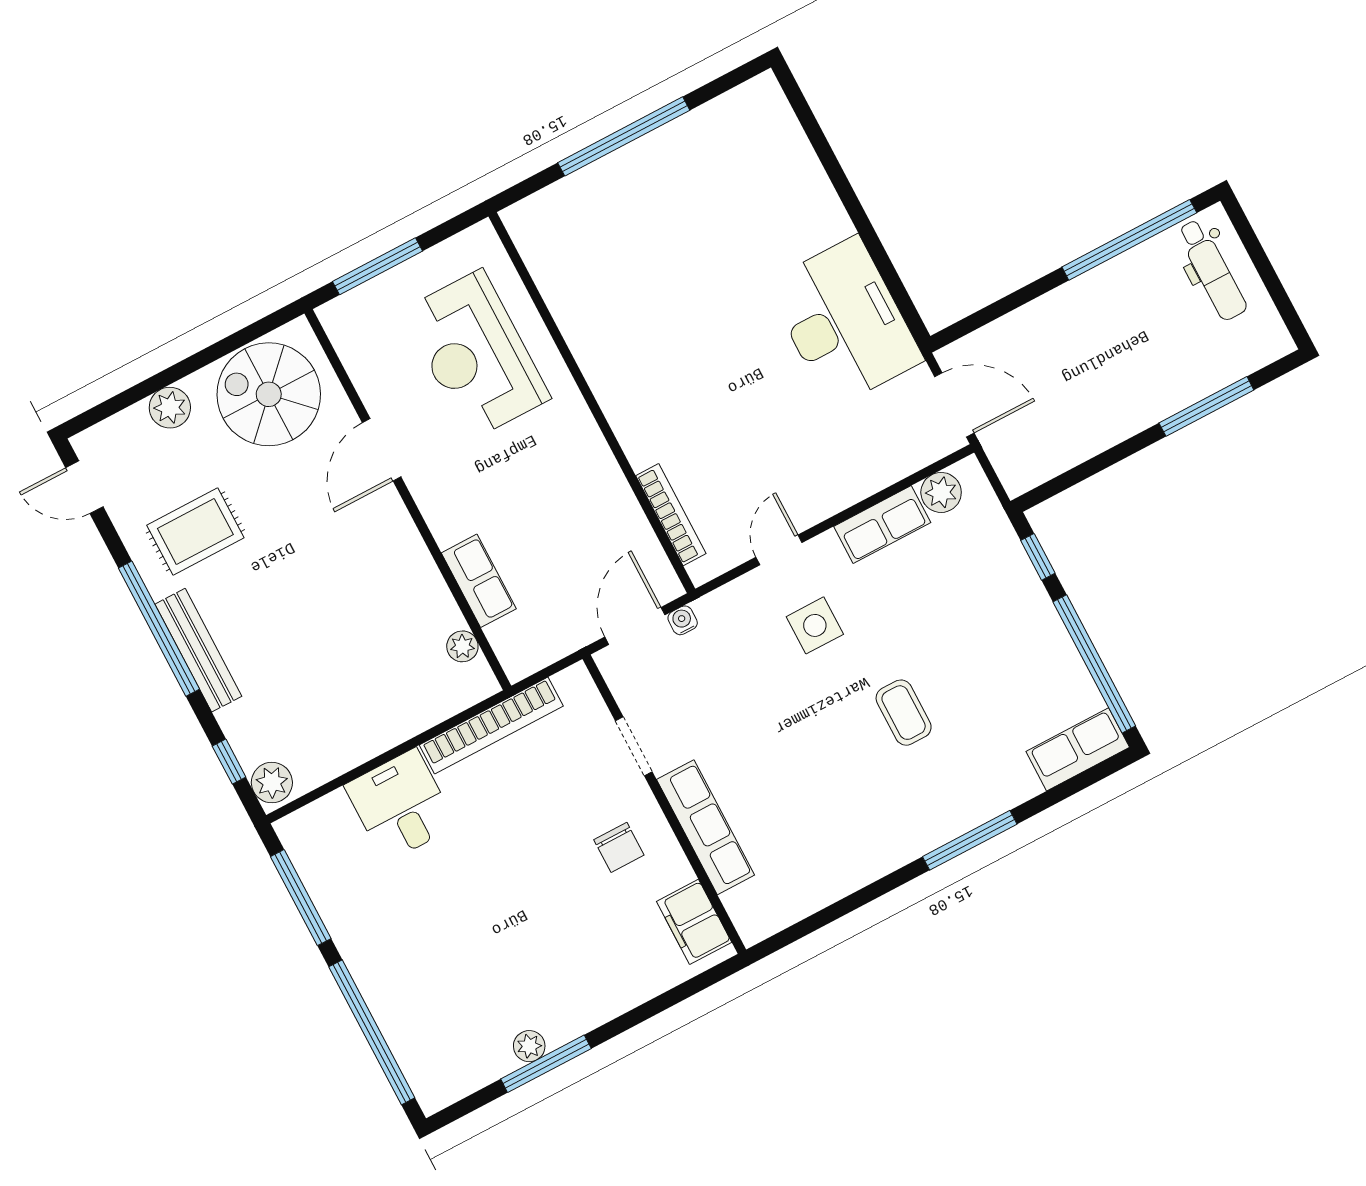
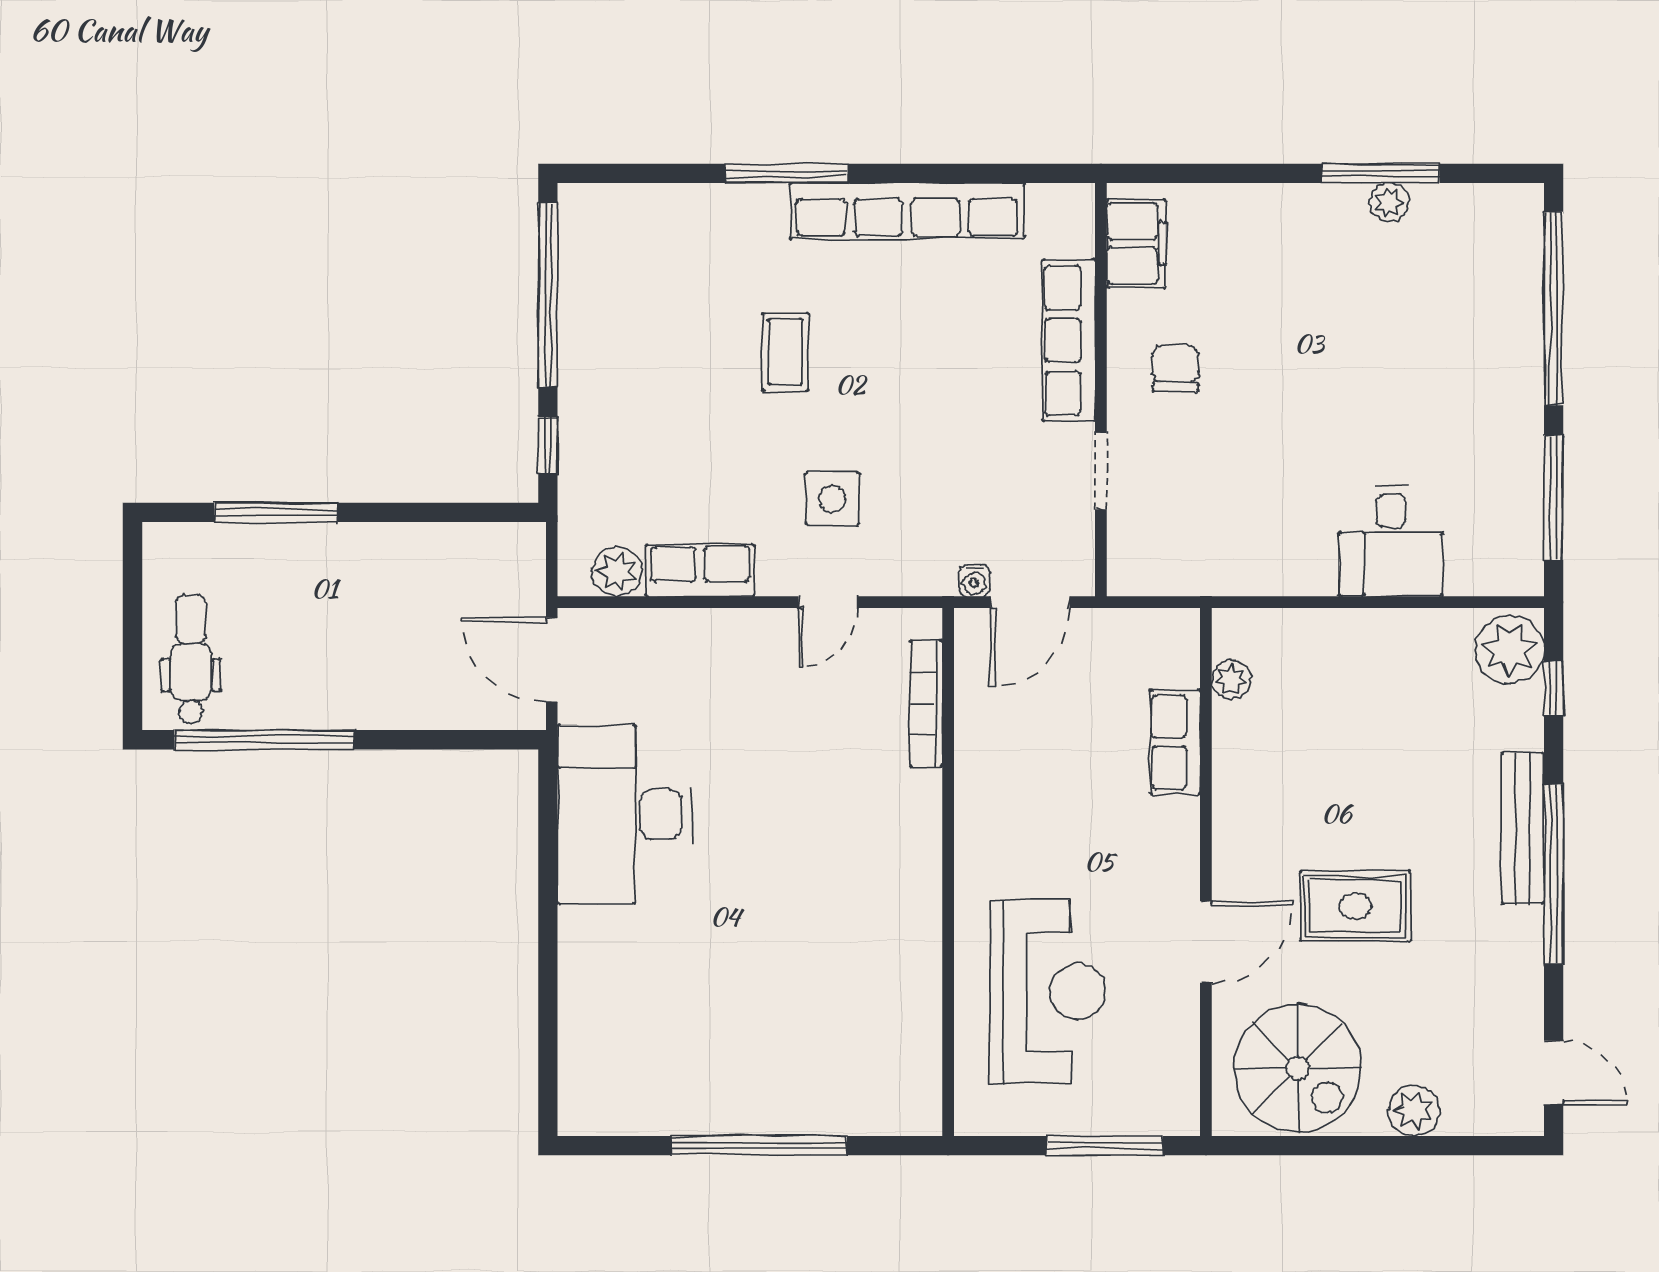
rug: (195, 531) -> (1355, 906), moved
bookcase: (491, 726) -> (1245, 576), removed
row of seats: (1078, 749) -> (907, 211), moved, width x2.02
plant: (272, 783) -> (1510, 650), width x1.36, depth x1.36

